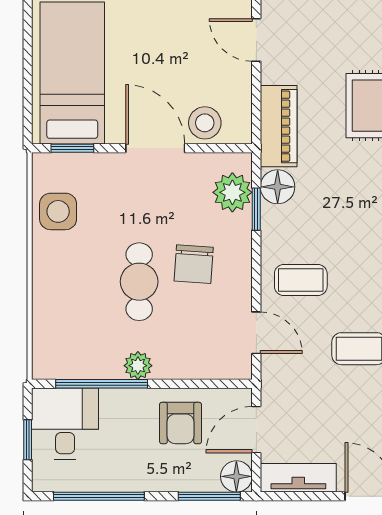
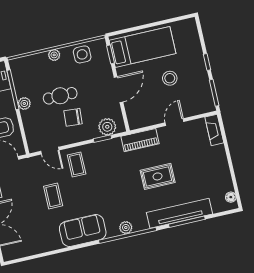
stool: (205, 123) -> (170, 78), moved
floor lamp: (278, 187) -> (114, 145), removed
plant: (45, 274) -> (54, 55), added
door: (256, 333) -> (50, 151), hinge flipped

